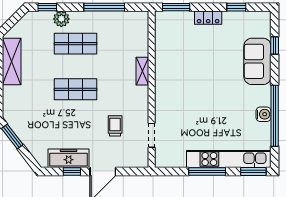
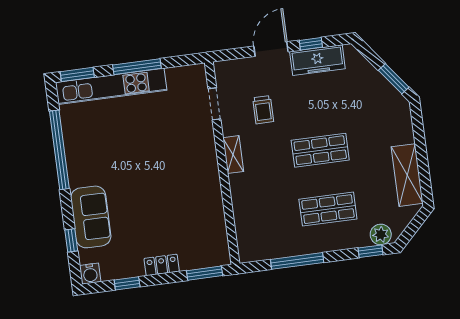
plant: (61, 19) -> (381, 234), moved
shelving: (142, 71) -> (233, 155), moved
water cooler: (263, 114) -> (90, 274), moved, turned -90

